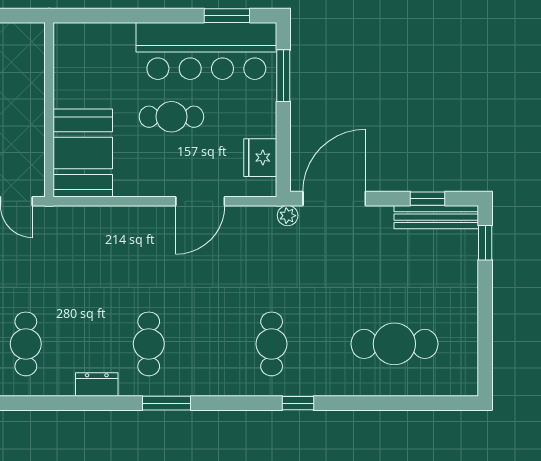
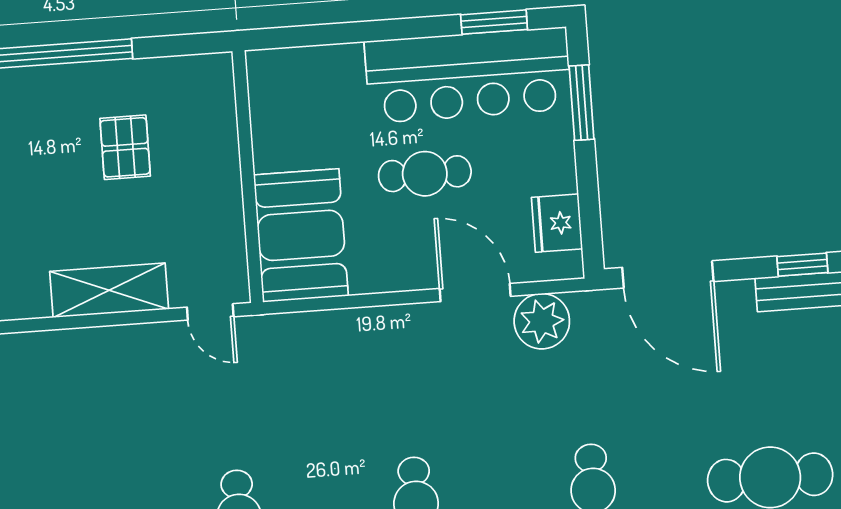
door: (334, 199) -> (668, 274), swing flipped
door: (200, 201) -> (475, 292), swing flipped
plant: (288, 216) -> (542, 321), moved, width x1.88, depth x1.88

